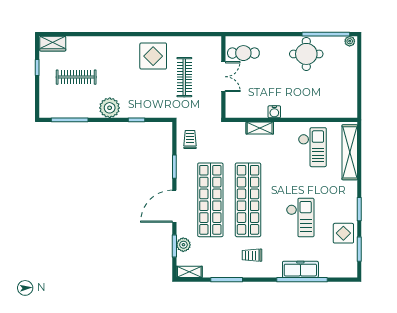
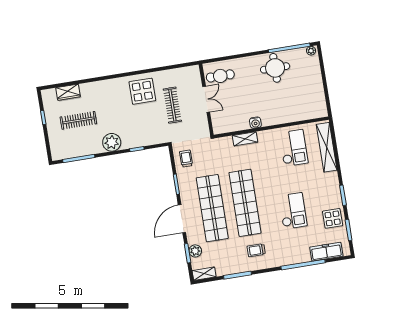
wardrobe: (53, 44) -> (68, 92), moved
freezer: (300, 269) -> (326, 252), moved

